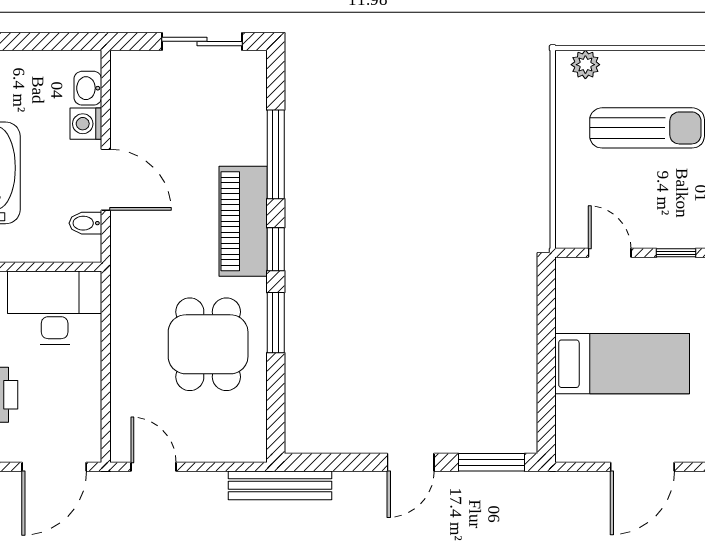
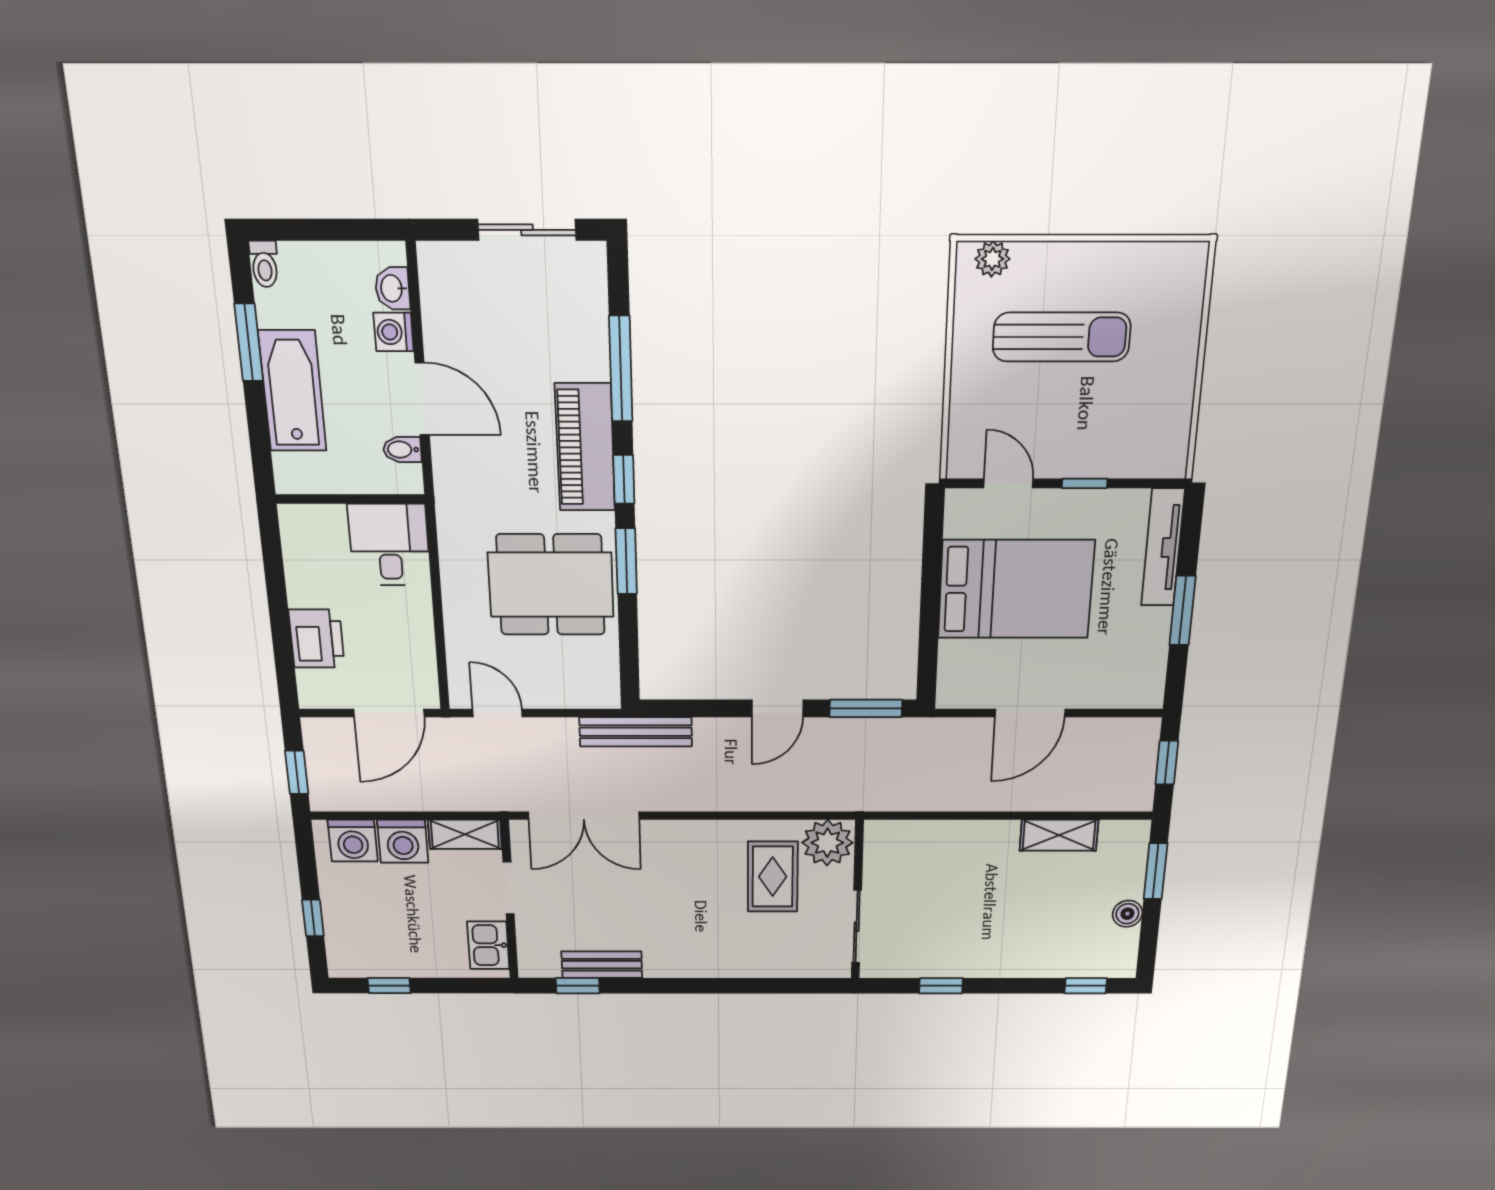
desk: (55, 308) -> (389, 545), width x0.73
dining table: (208, 344) -> (551, 585), width x1.38
bed: (622, 364) -> (1016, 589), width x1.50

